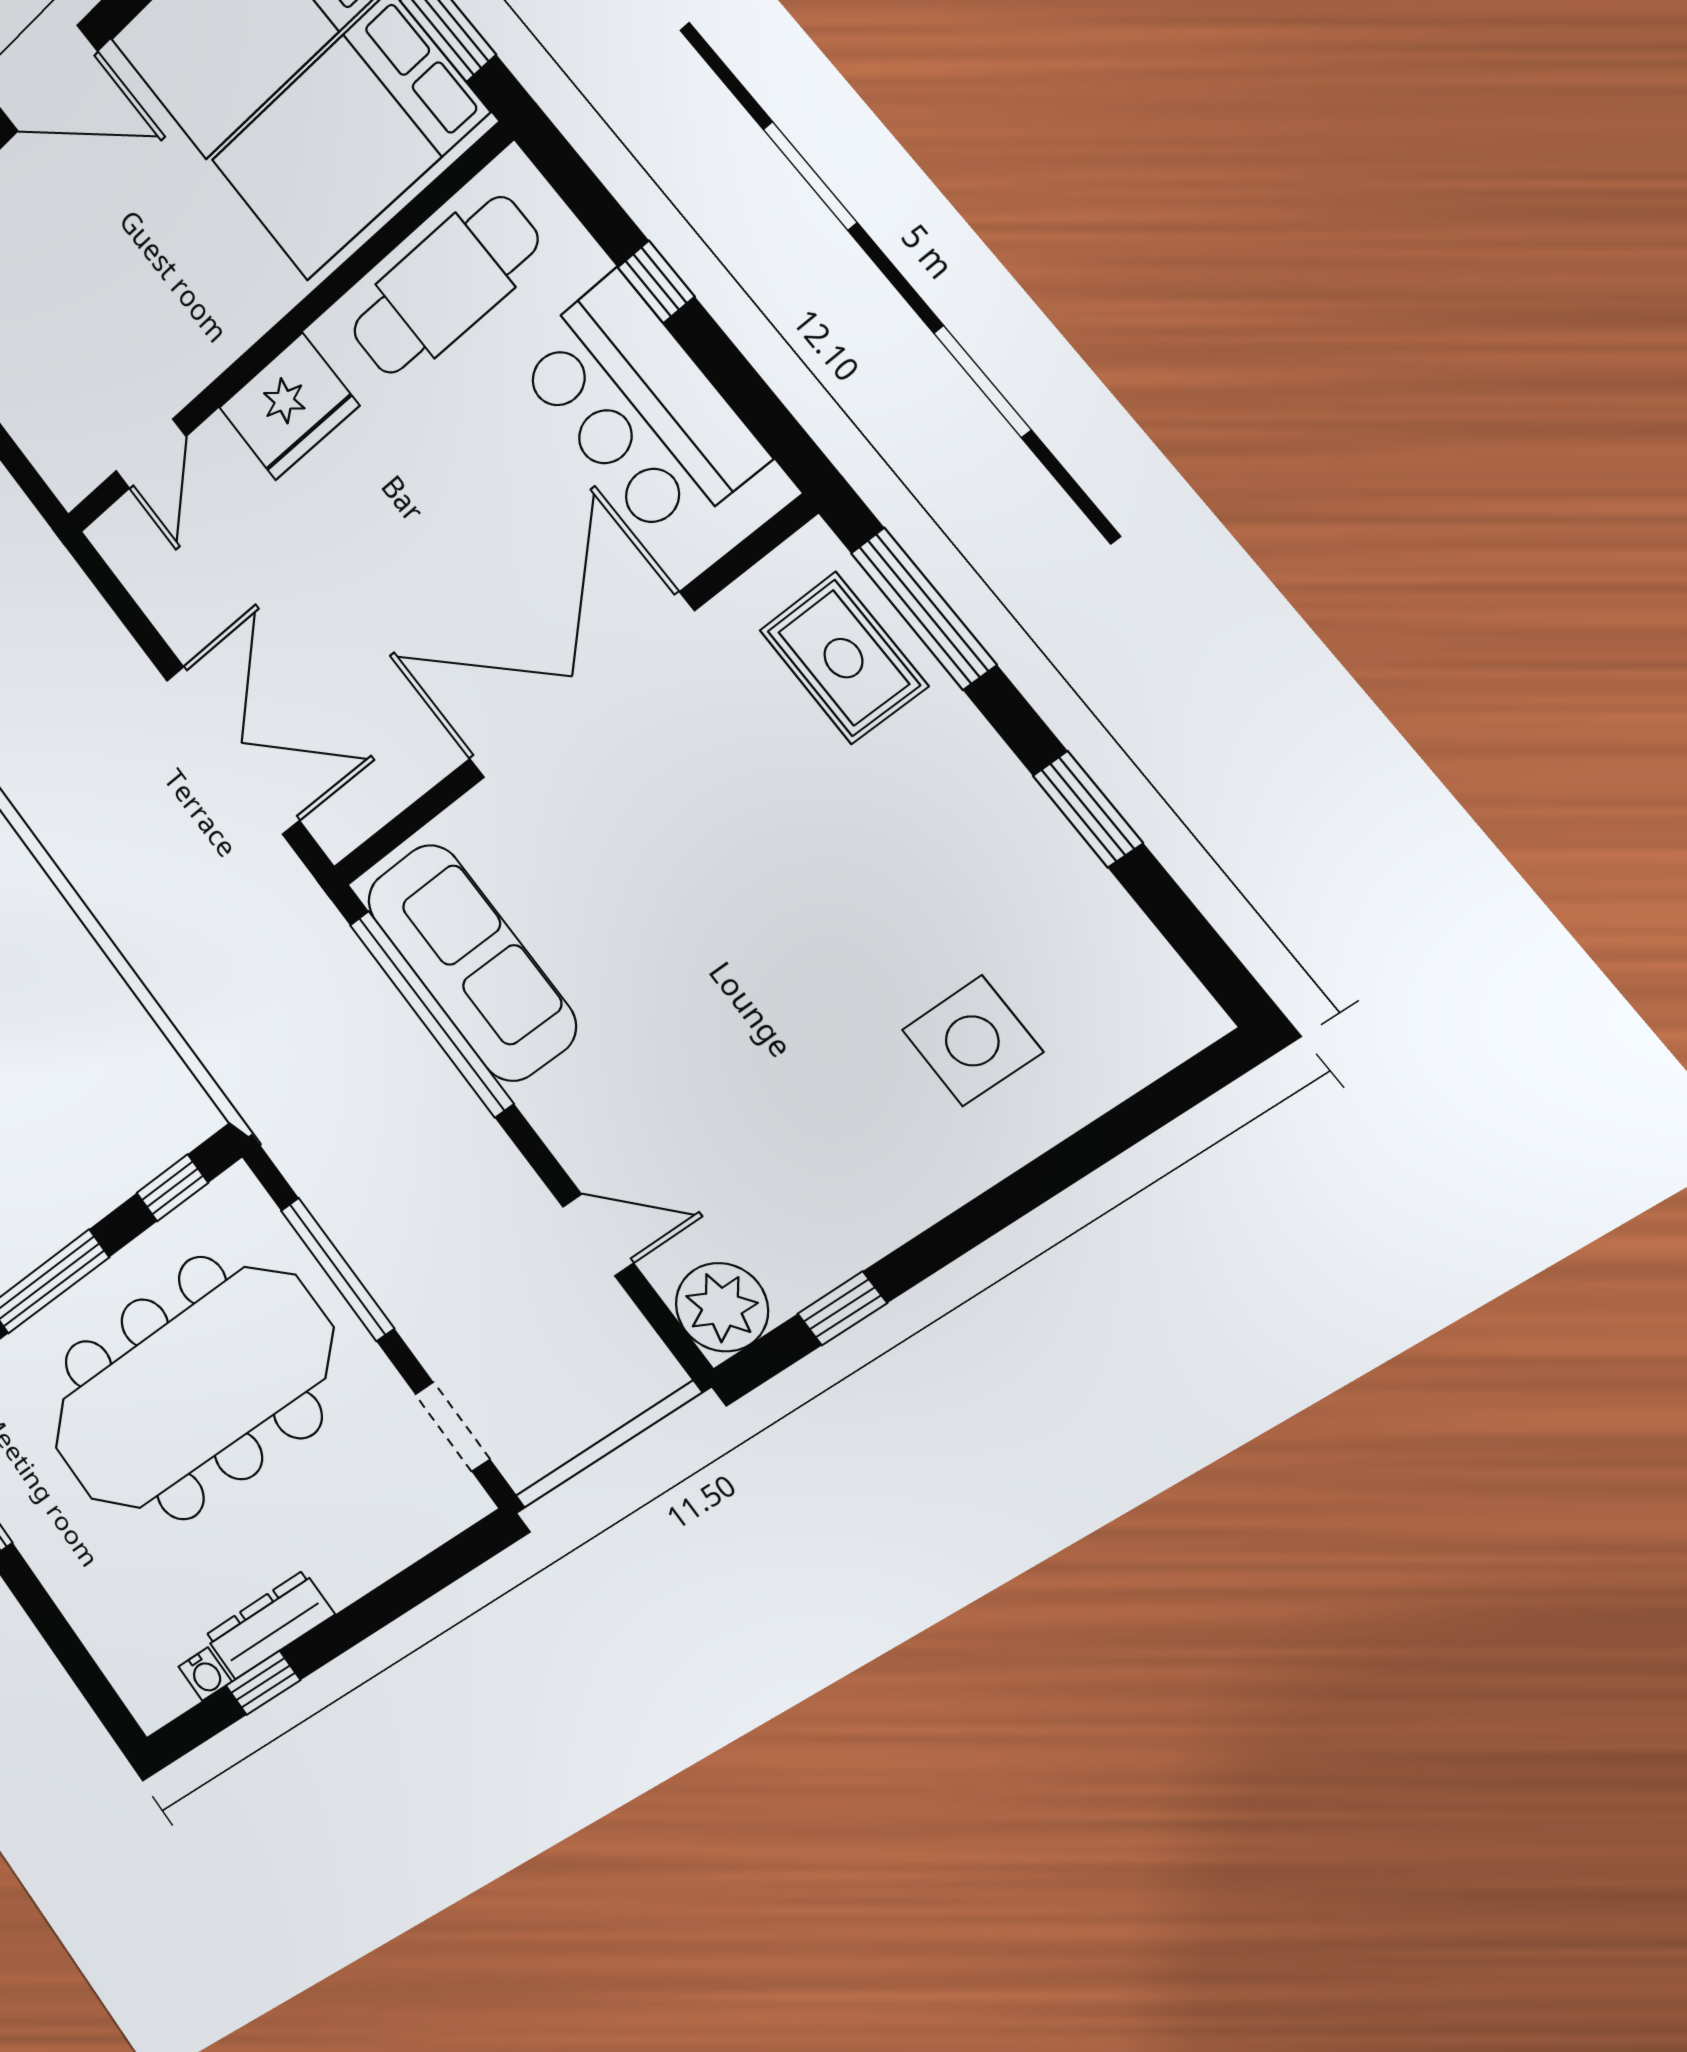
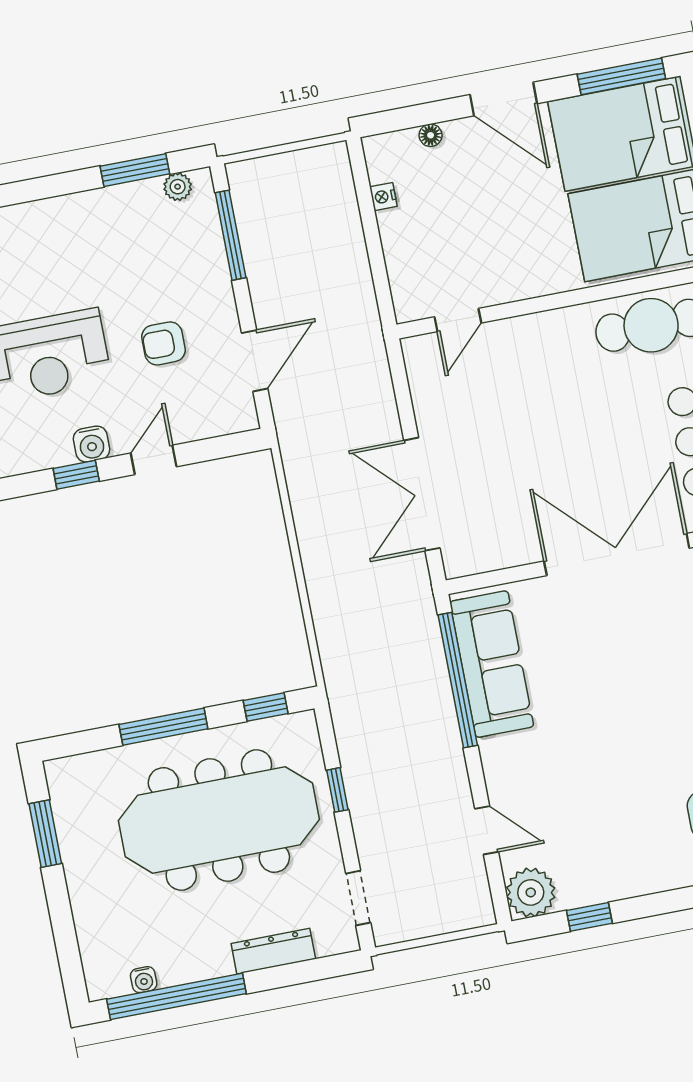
fridge: (289, 407) -> (543, 338), removed
double door: (233, 750) -> (422, 494), swing flipped
window: (337, 1269) -> (337, 790), width x0.46
dresser: (269, 1625) -> (273, 951), moved
window: (263, 1683) -> (176, 996), width x3.17

